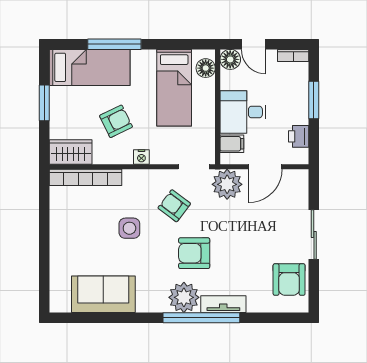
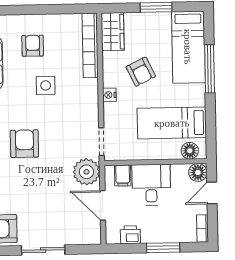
armchair: (174, 206) -> (33, 46), moved, turned -37

